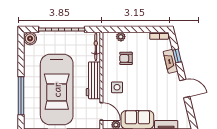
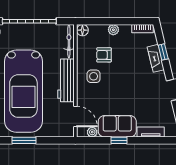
floor lamp: (107, 37) -> (82, 30), added
plant: (121, 37) -> (113, 30), moved
side table: (117, 87) -> (94, 76), moved

